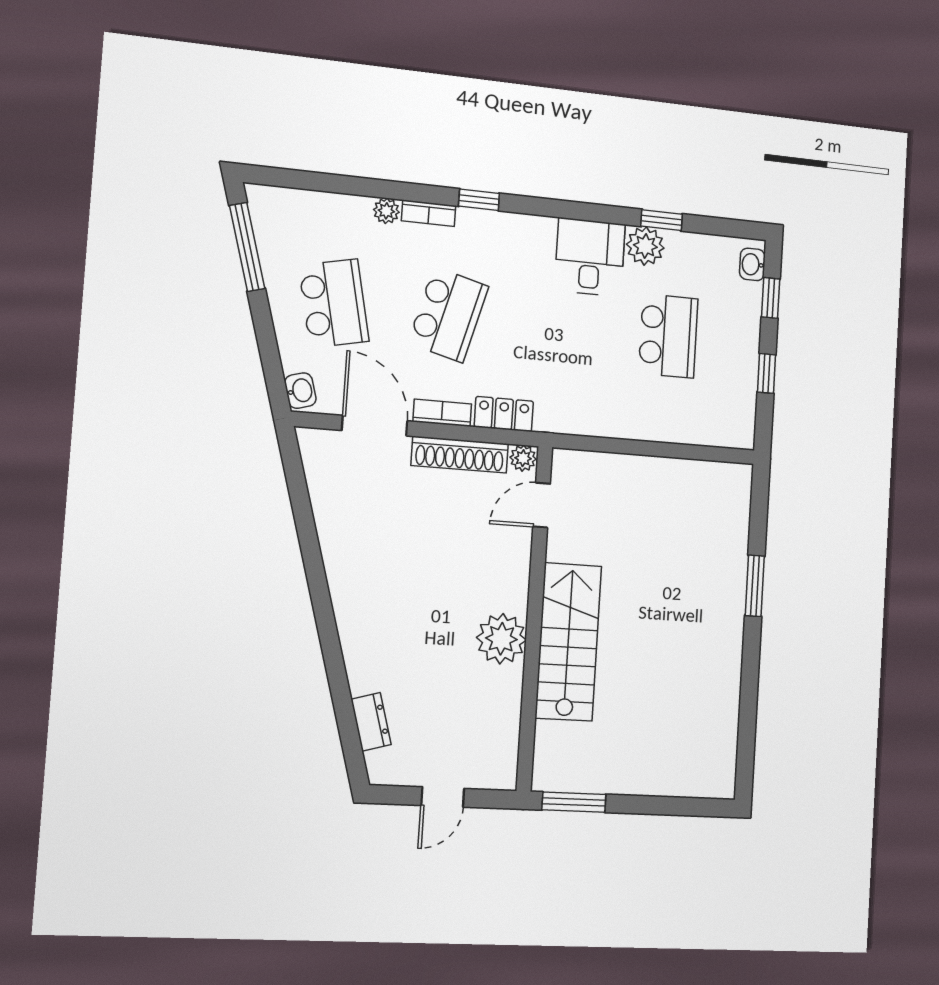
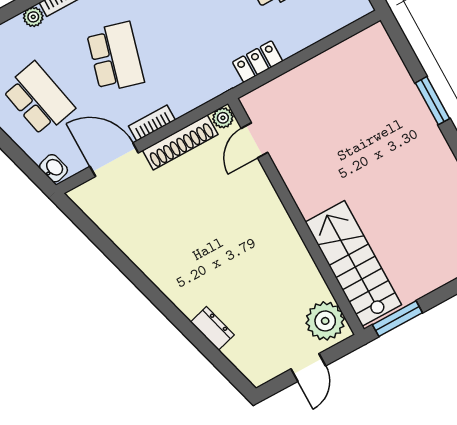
locker: (504, 414) -> (258, 62), moved
plant: (501, 639) -> (325, 321), moved
stairs: (568, 642) -> (353, 263), moved
dresser: (371, 722) -> (212, 328), moved

